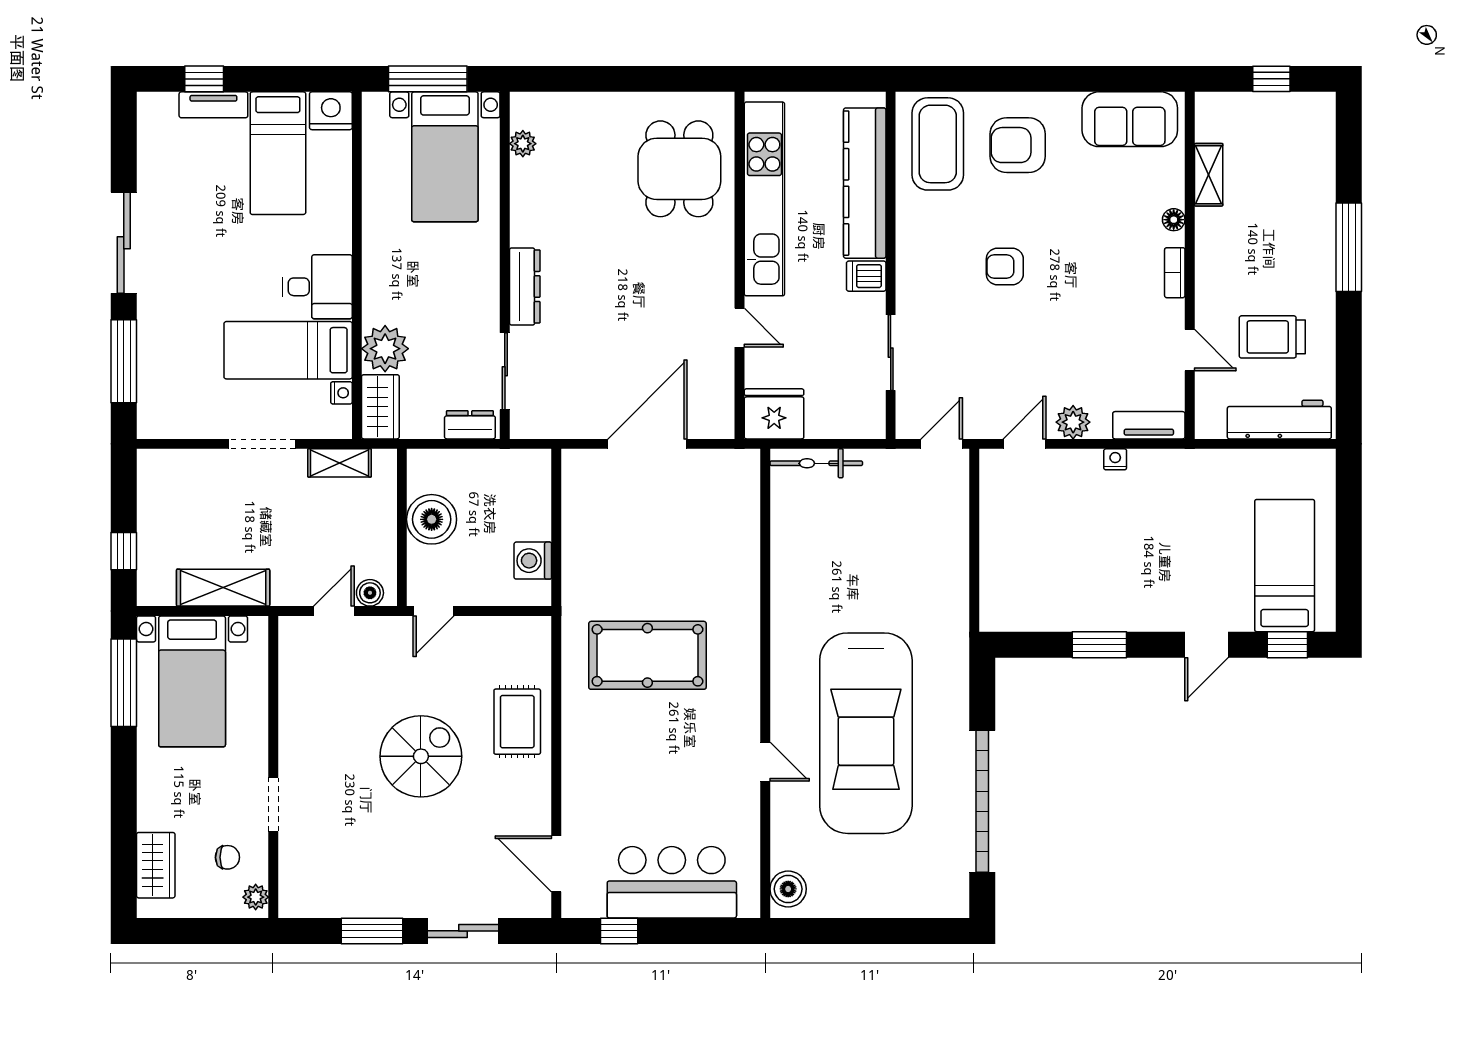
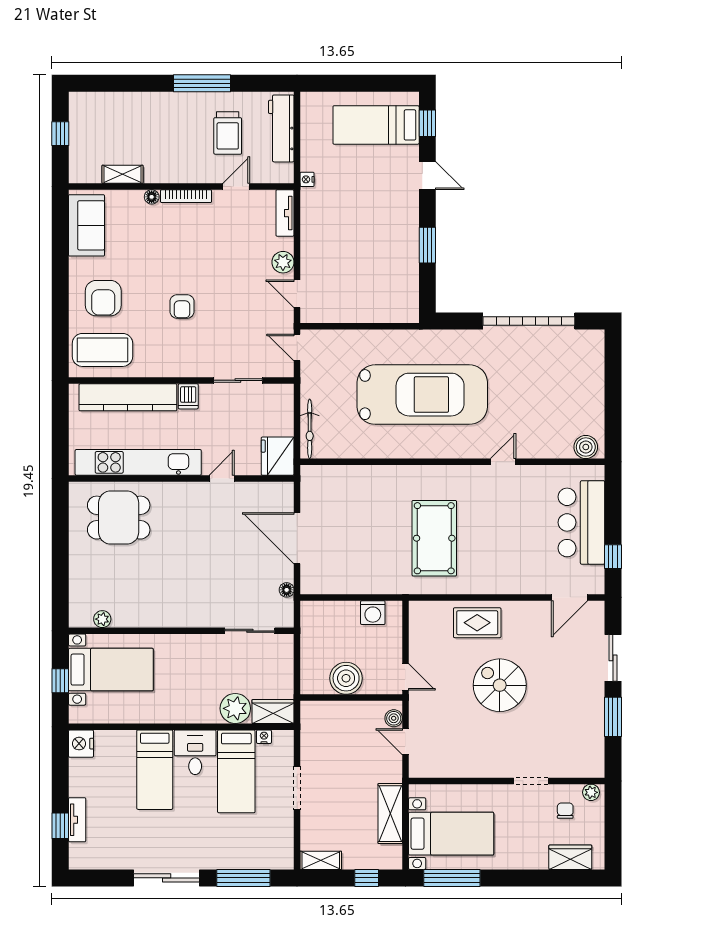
window: (428, 79) -> (60, 681), width x0.46
bed: (278, 153) -> (155, 770), moved, turned 90
window: (1349, 247) -> (202, 83), moved
bookcase: (1175, 273) -> (186, 196), width x1.56
dresser: (525, 286) -> (195, 618), removed
dresser: (470, 425) -> (285, 653), removed
floor lamp: (568, 428) -> (287, 590), added
nightstand: (1115, 459) -> (307, 179), moved
shelving: (340, 463) -> (321, 860), moved, turned 90
car: (866, 733) -> (422, 395), moved

